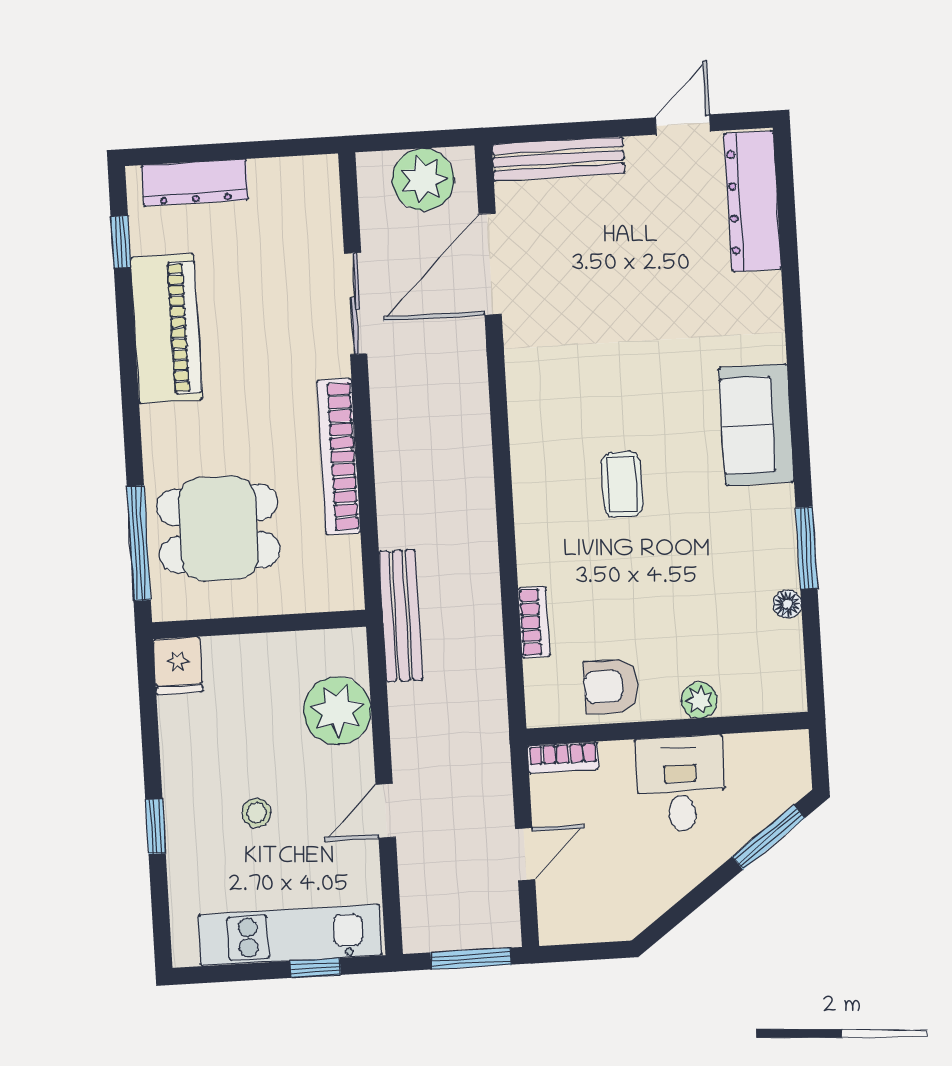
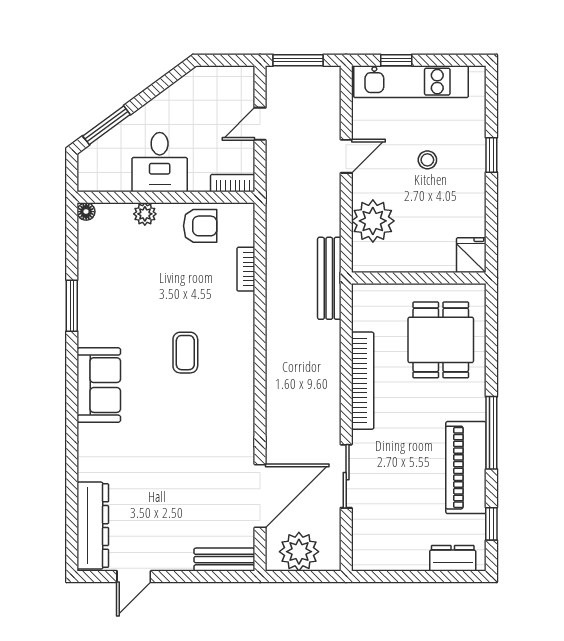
bench: (558, 159) -> (224, 560), width x0.73
dresser: (195, 182) -> (453, 558), width x0.70
dining table: (218, 528) -> (441, 340), turned 90
window: (139, 543) -> (491, 433), moved
floor lamp: (787, 604) -> (86, 212), moved

